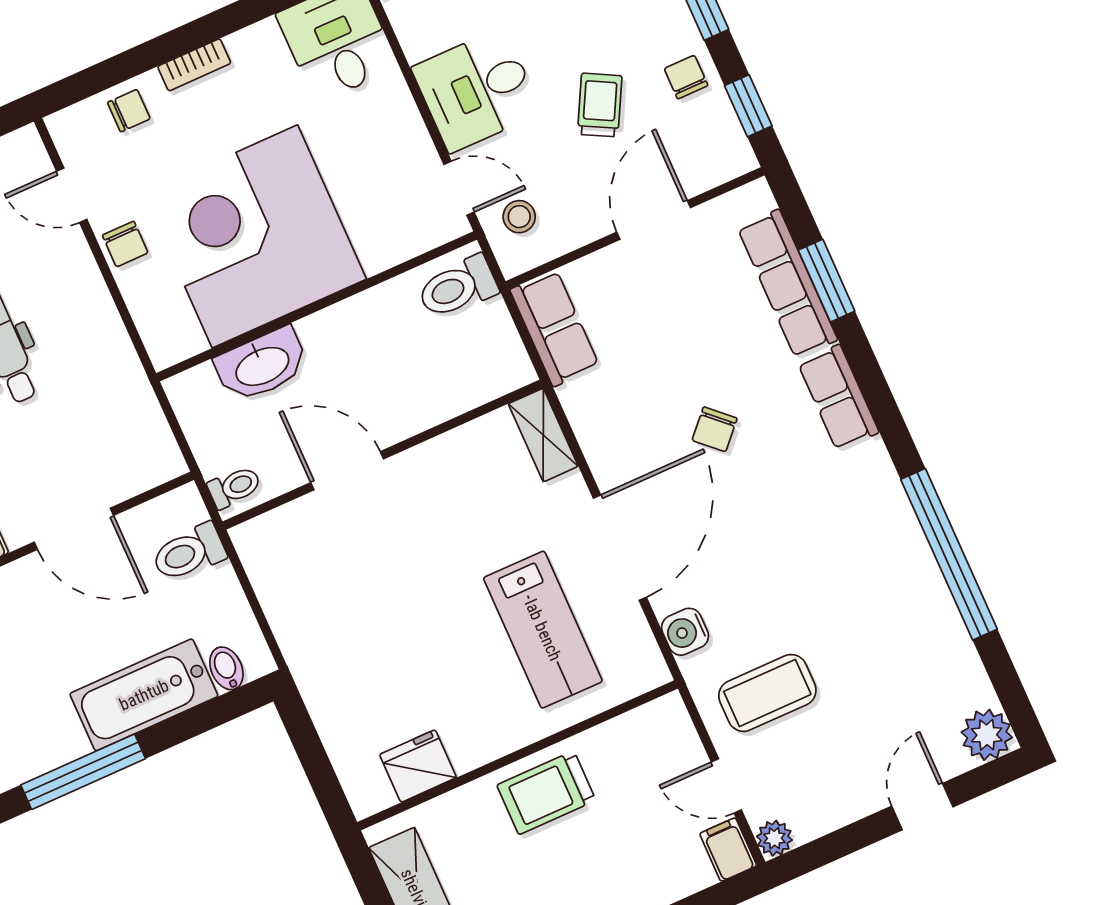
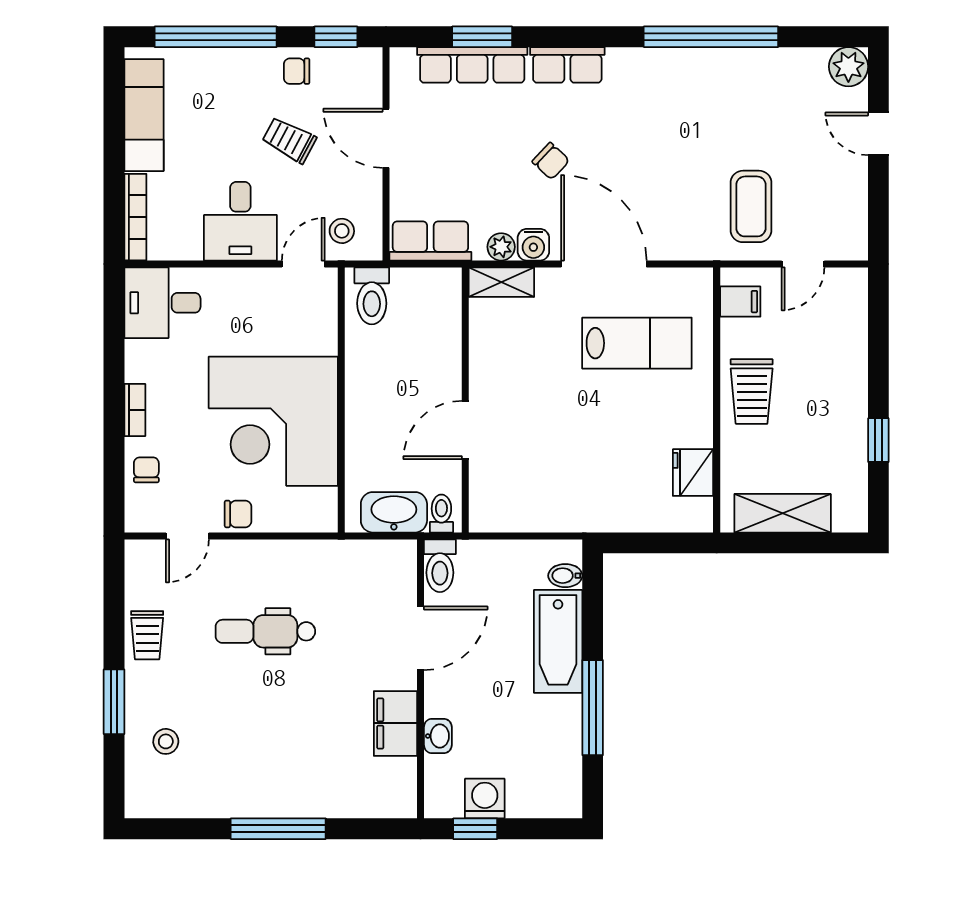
washbasin: (262, 365) -> (394, 512), moved, turned -90
toilet: (189, 553) -> (440, 566), moved
water cooler: (685, 632) -> (533, 245), moved
plant: (774, 838) -> (501, 247), moved
filing cabinet: (728, 850) -> (740, 302), moved, turned 180

